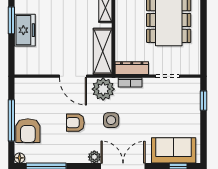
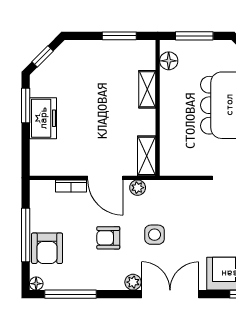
shelving: (103, 51) -> (147, 156), width x0.67, depth x0.75
dresser: (132, 68) -> (181, 167), removed
bookcase: (130, 82) -> (71, 186), moved
plant: (103, 89) -> (138, 188), width x0.53, depth x0.53

